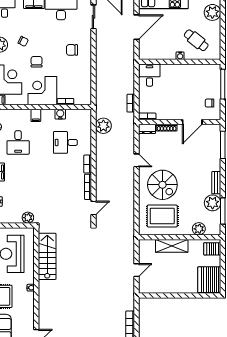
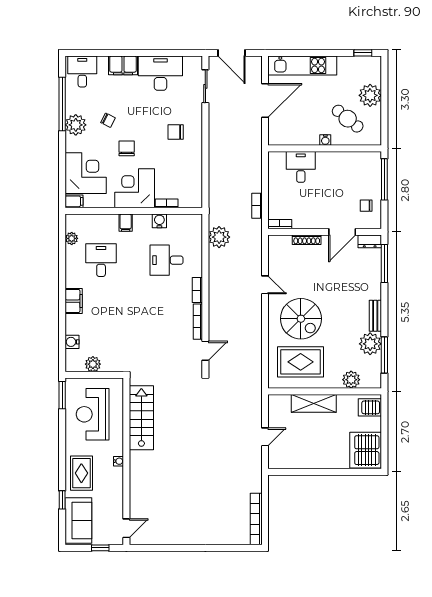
plant: (212, 12) -> (370, 95), moved
desk: (150, 75) -> (301, 167), moved
dresser: (147, 129) -> (370, 241), moved
desk: (18, 142) -> (101, 260), turned 180
plant: (28, 218) -> (93, 364), moved

